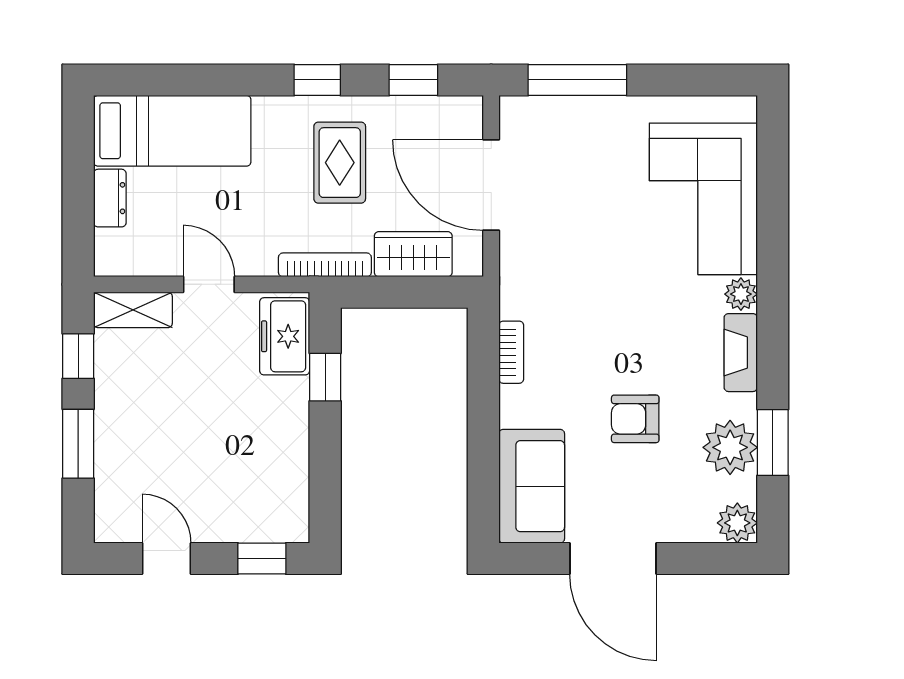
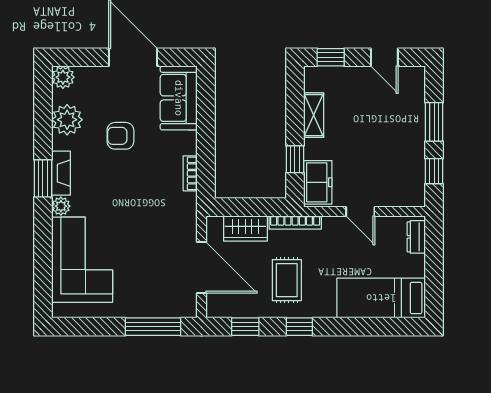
dresser: (110, 198) -> (416, 237), moved
shelving: (133, 310) -> (314, 115), moved, turned 90
armchair: (635, 419) -> (120, 136), turned 180
window: (773, 443) -> (43, 178), moved

